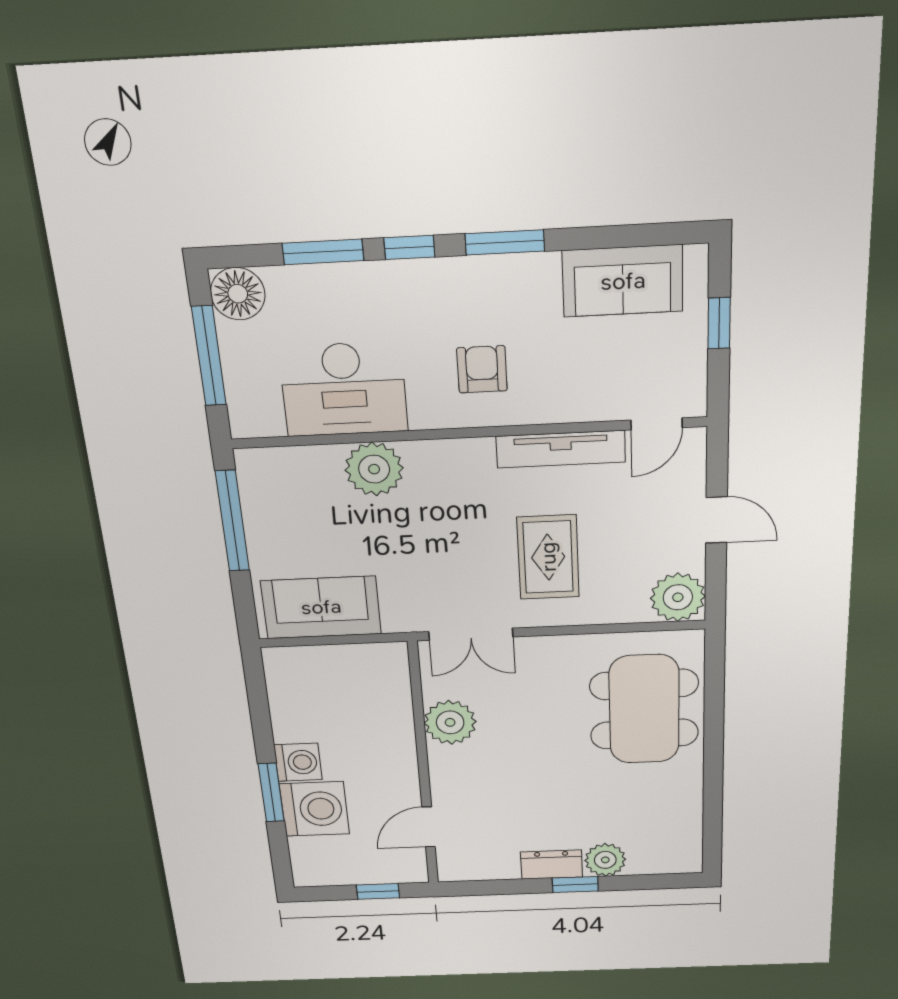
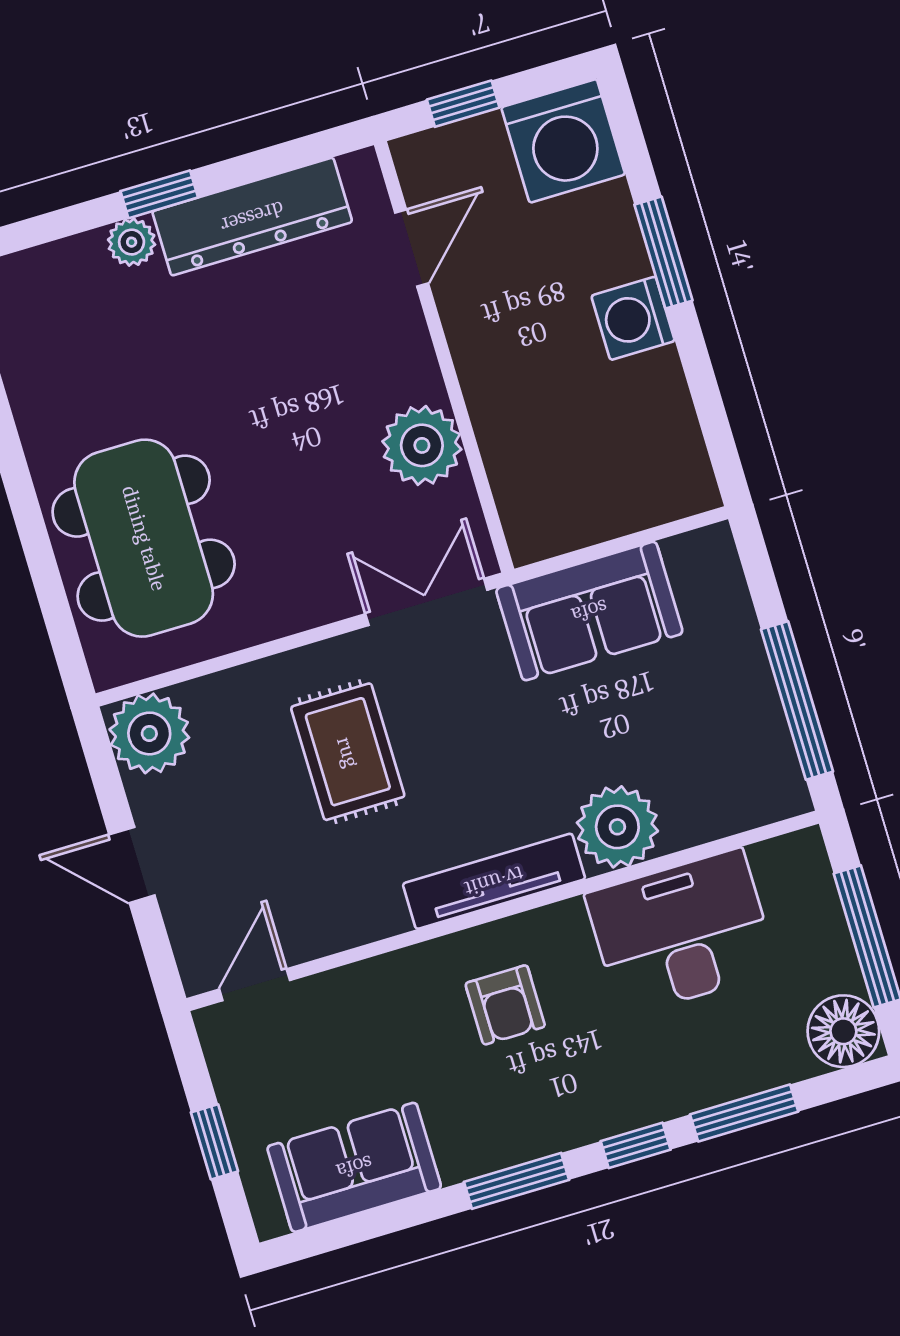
tv unit: (561, 449) -> (494, 881), moved
sofa: (321, 607) -> (589, 611), moved
washing machine: (315, 809) -> (563, 141), moved, turned -90
plant: (605, 860) -> (132, 242), width x0.73, depth x0.73
dresser: (552, 865) -> (252, 217), width x1.96, depth x1.24

